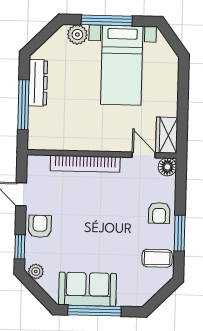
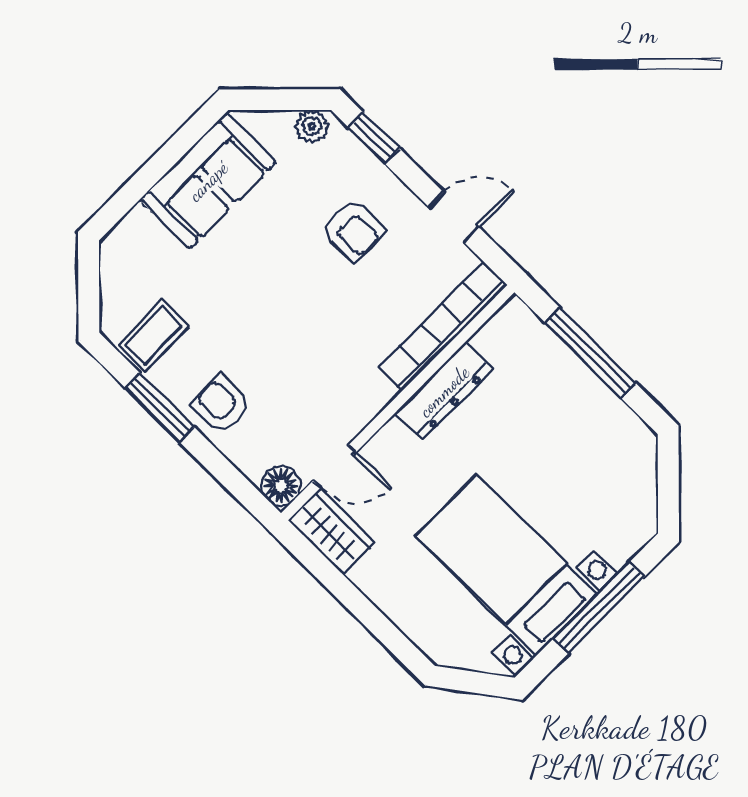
plant: (77, 35) -> (620, 541), removed
dresser: (38, 83) -> (444, 391), moved, turned -90
bookcase: (85, 164) -> (443, 326), moved
armchair: (40, 226) -> (353, 230), moved
window: (94, 311) -> (164, 160), removed

